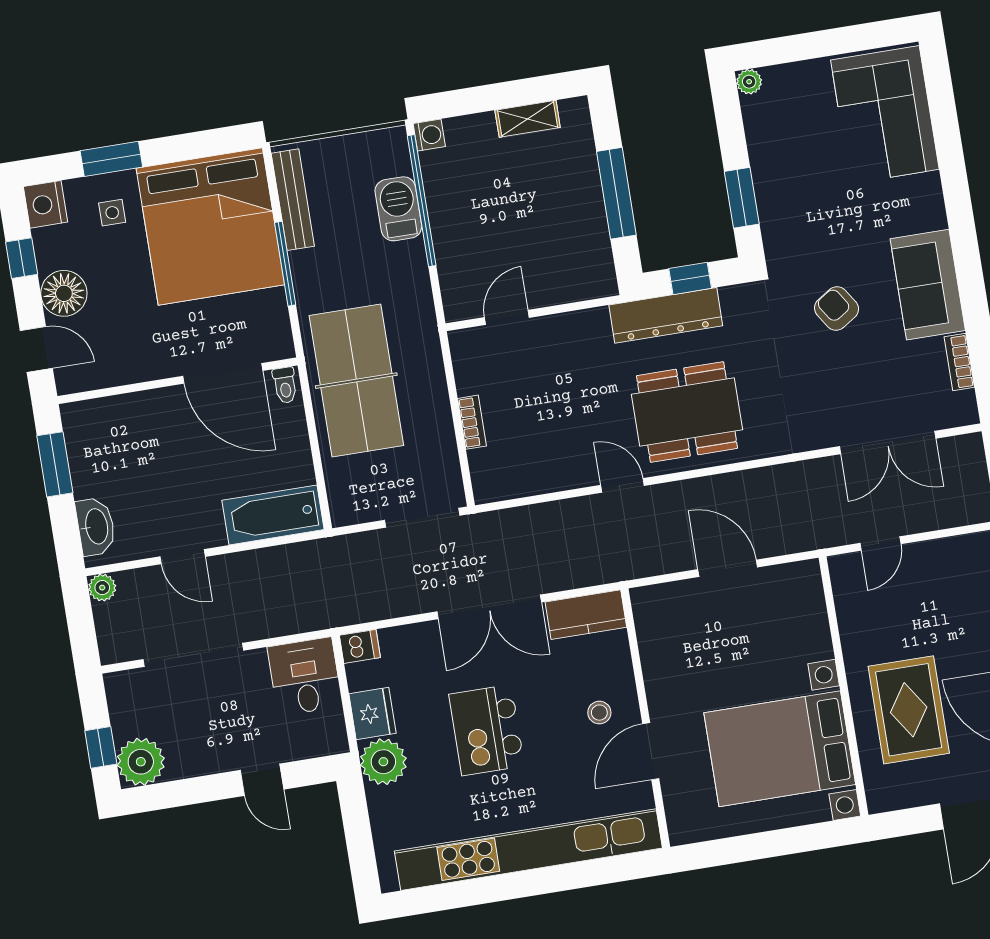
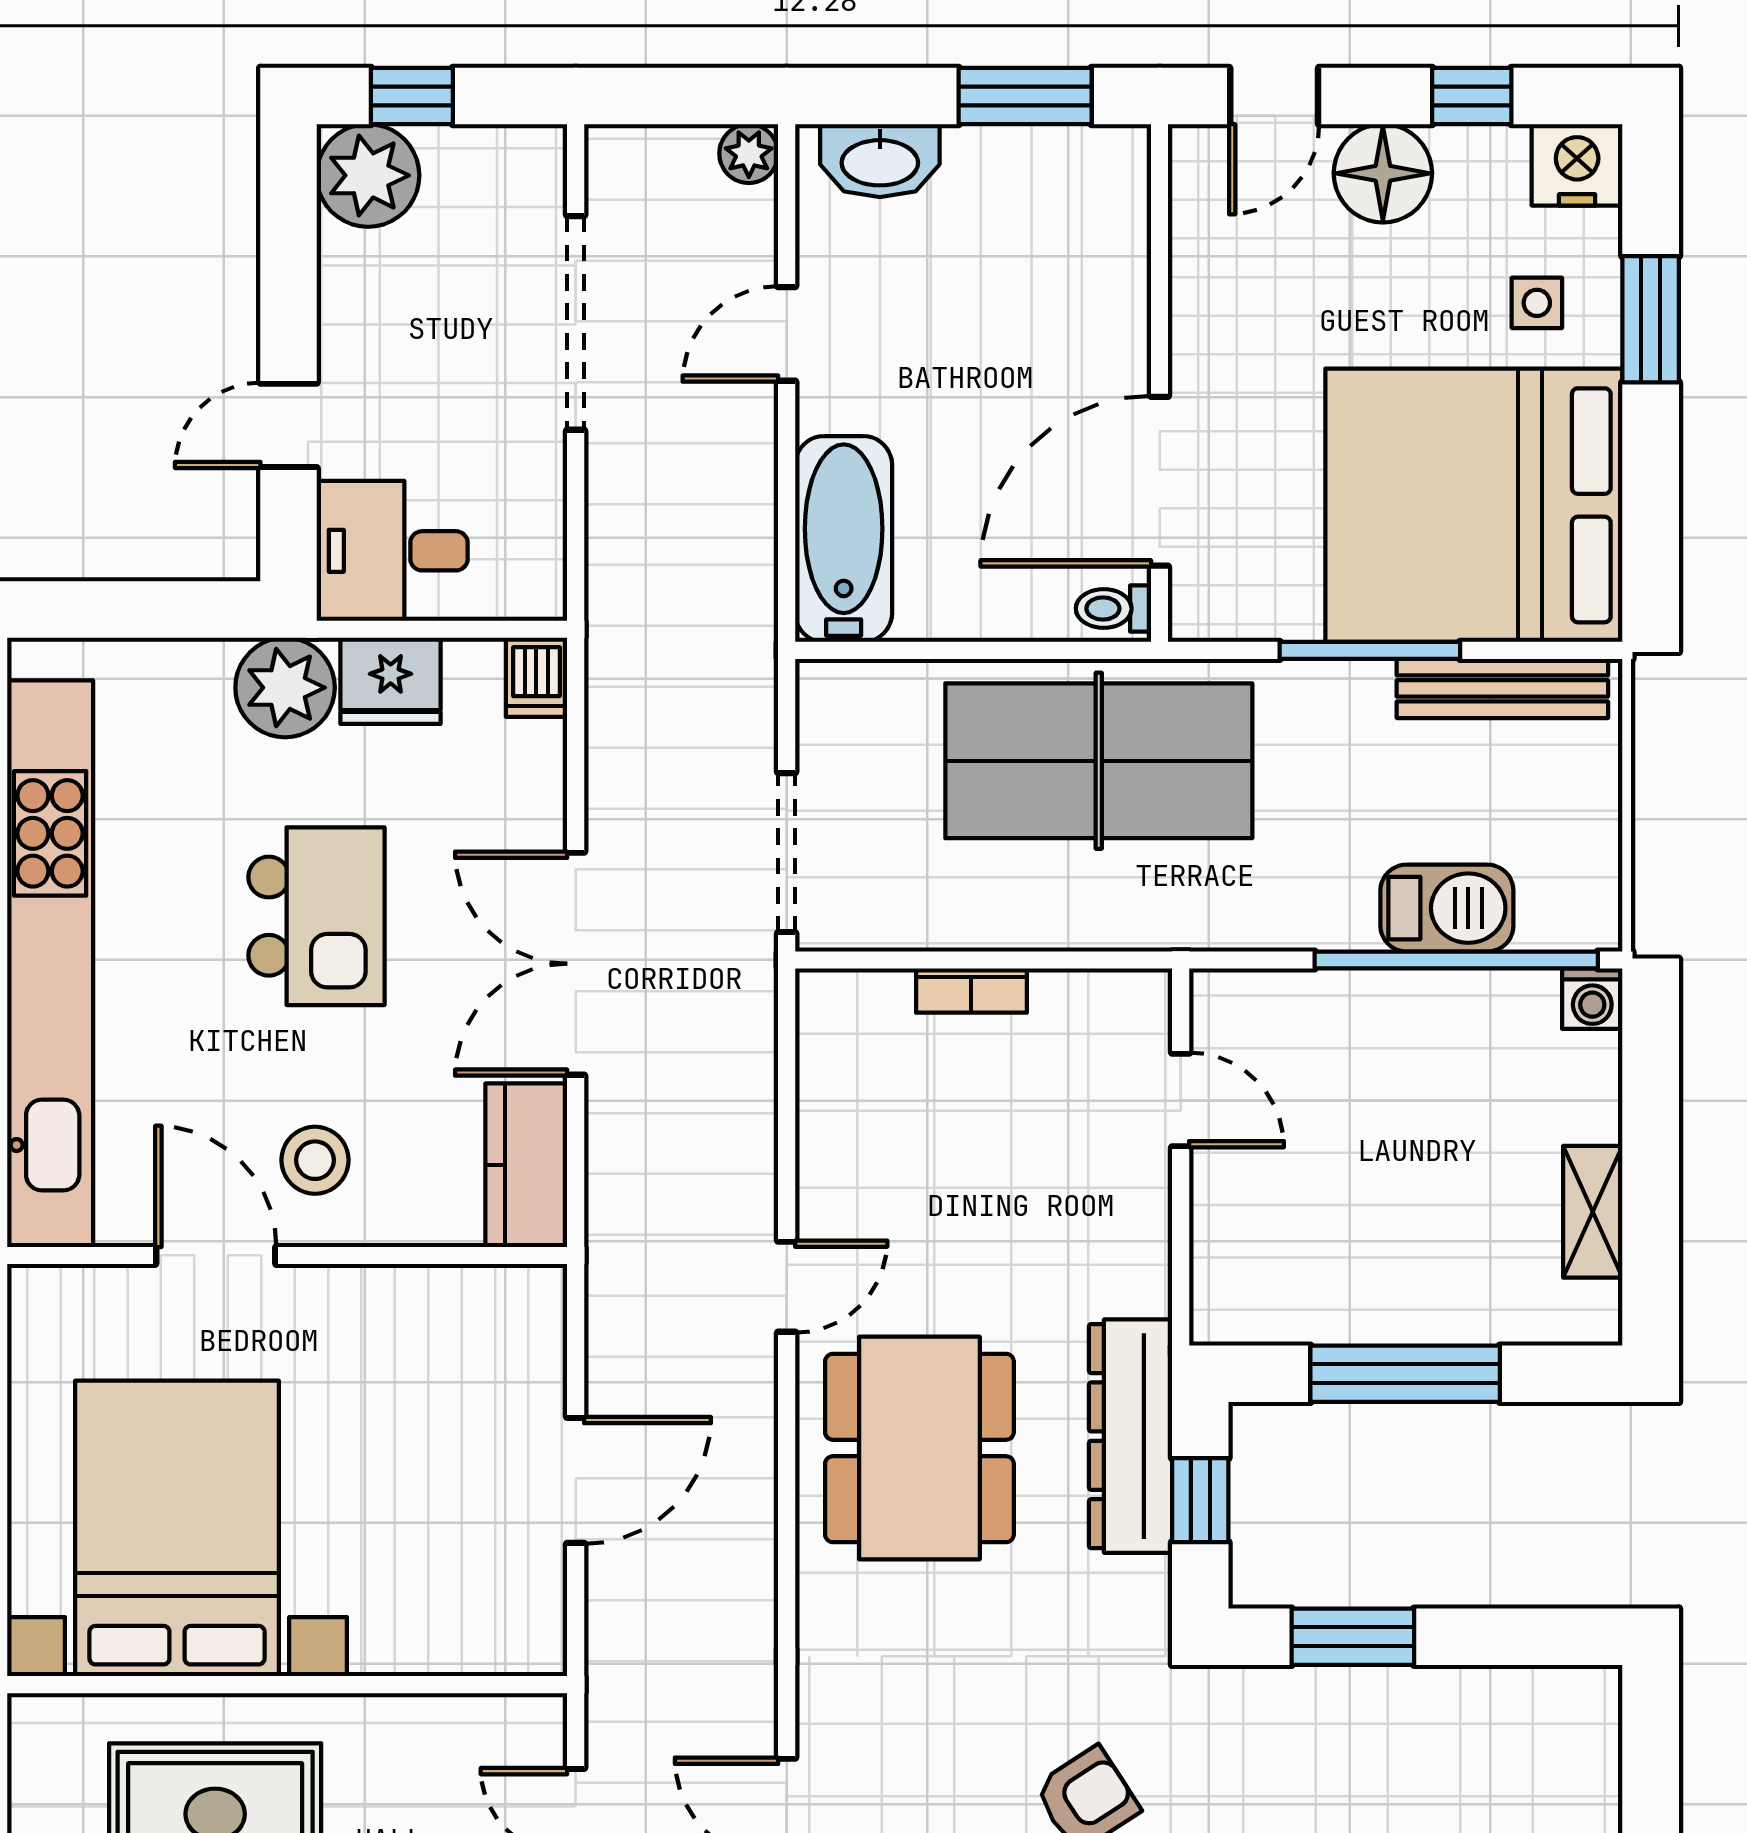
plant: (749, 82) -> (1595, 1692), removed
desk: (305, 677) -> (392, 551), moved, turned 180
stool: (599, 713) -> (315, 1160), width x1.37, depth x1.37
kitchen island: (487, 730) -> (317, 916), turned 90

